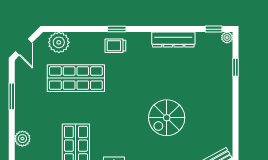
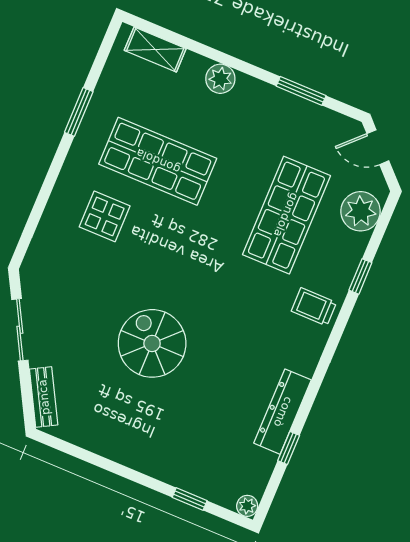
window: (117, 29) -> (360, 276), moved
window: (214, 29) -> (289, 448), moved
trolley: (115, 46) -> (314, 307), turned -90

